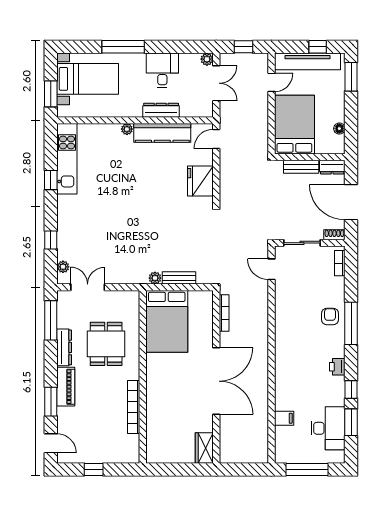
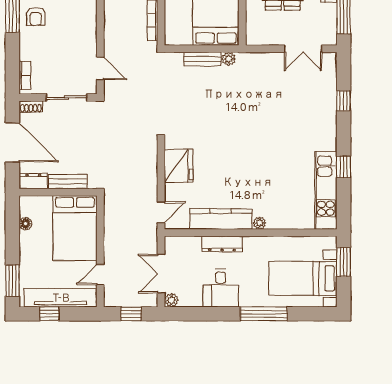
plant: (63, 267) -> (330, 71), removed

